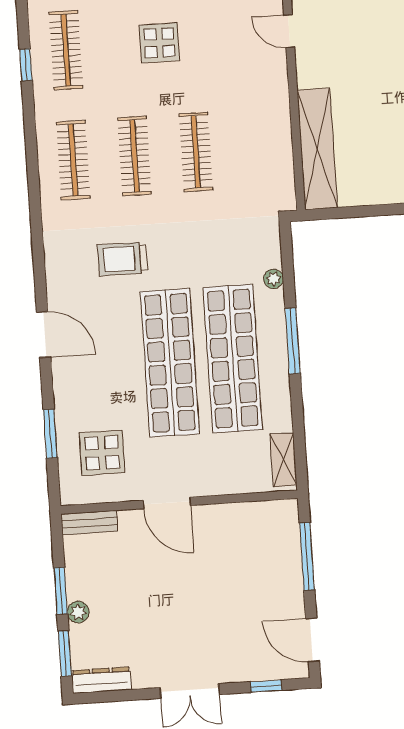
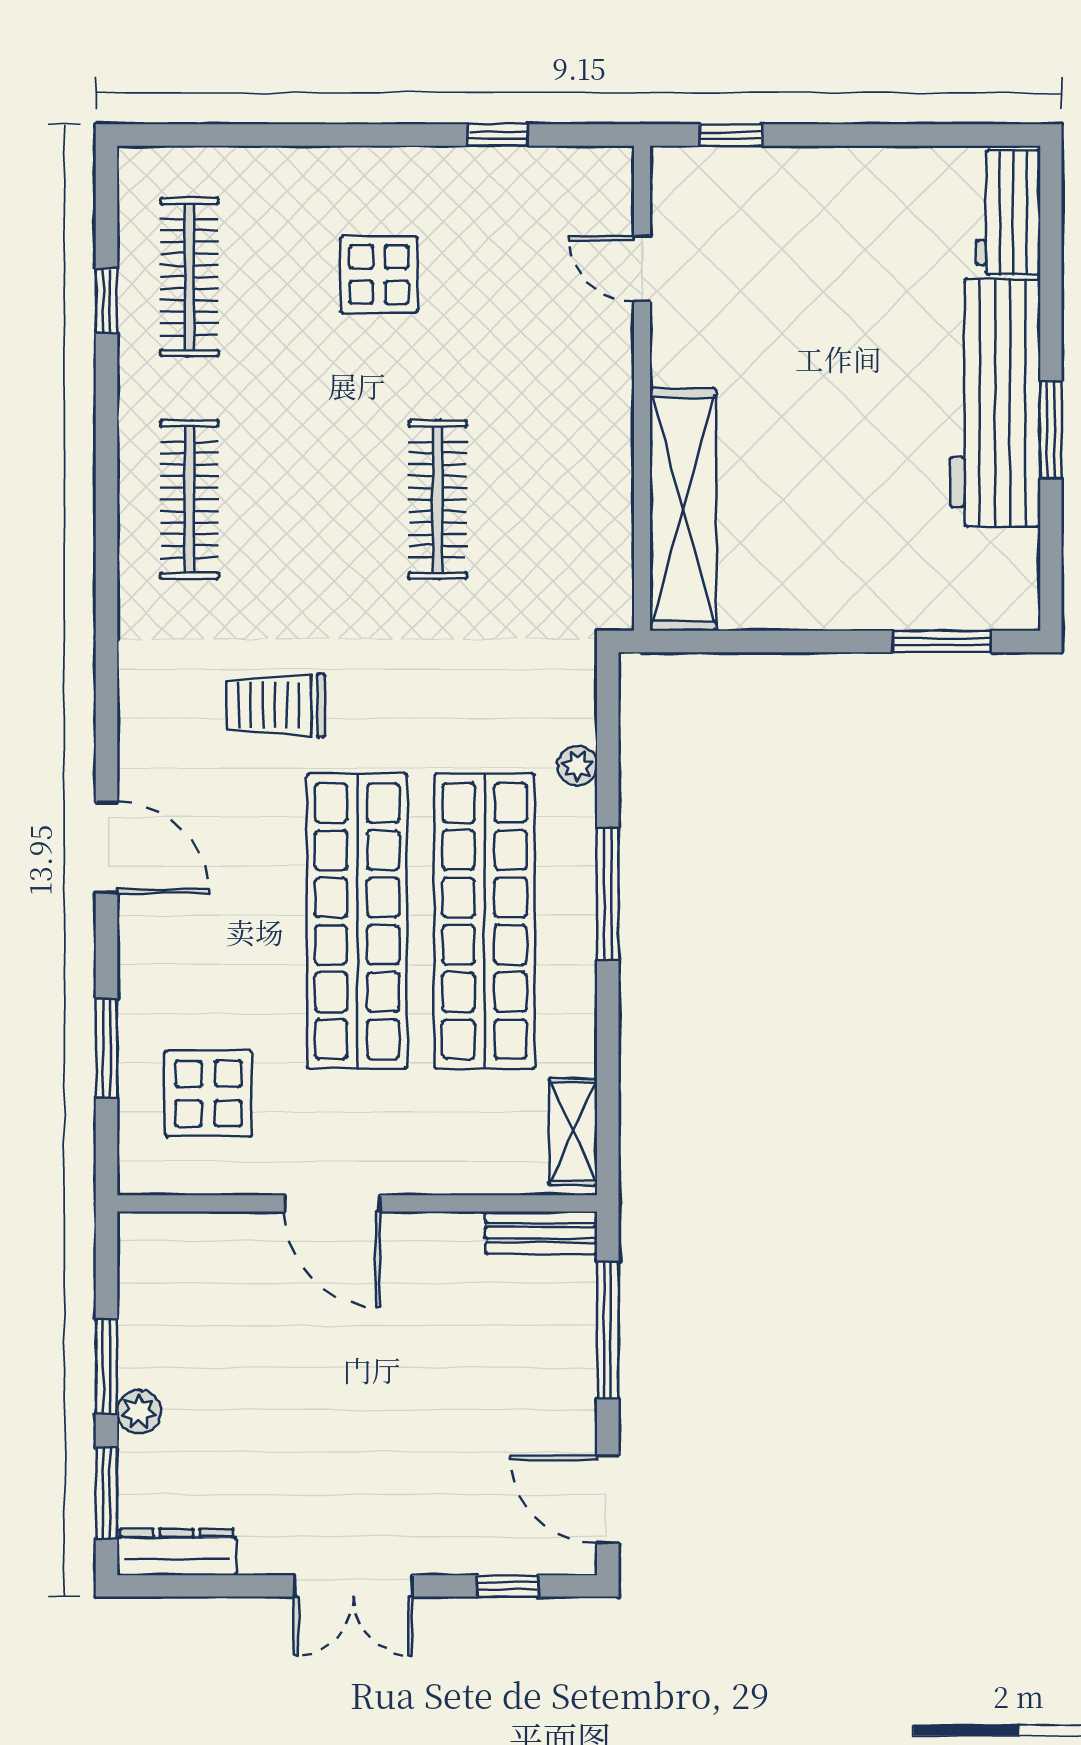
clothes rail: (134, 156) -> (314, 500), removed
bench: (89, 523) -> (541, 1233), moved

